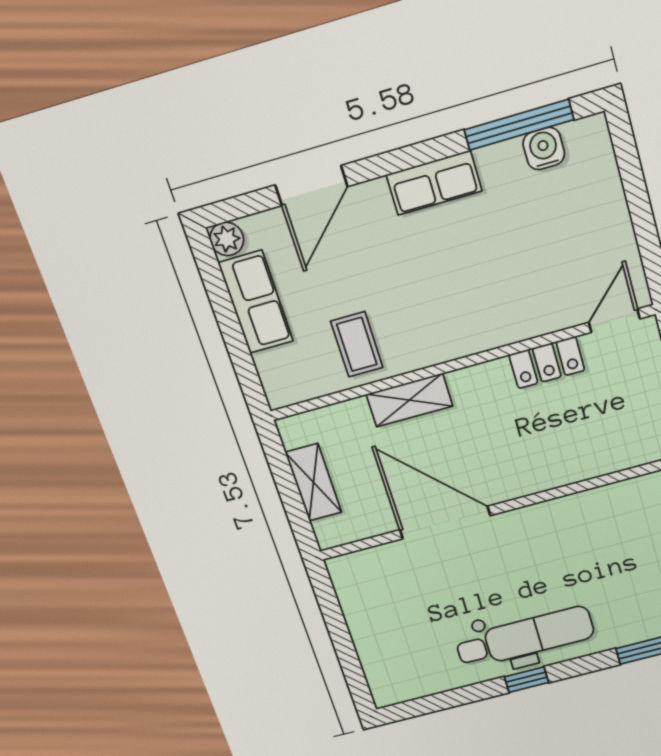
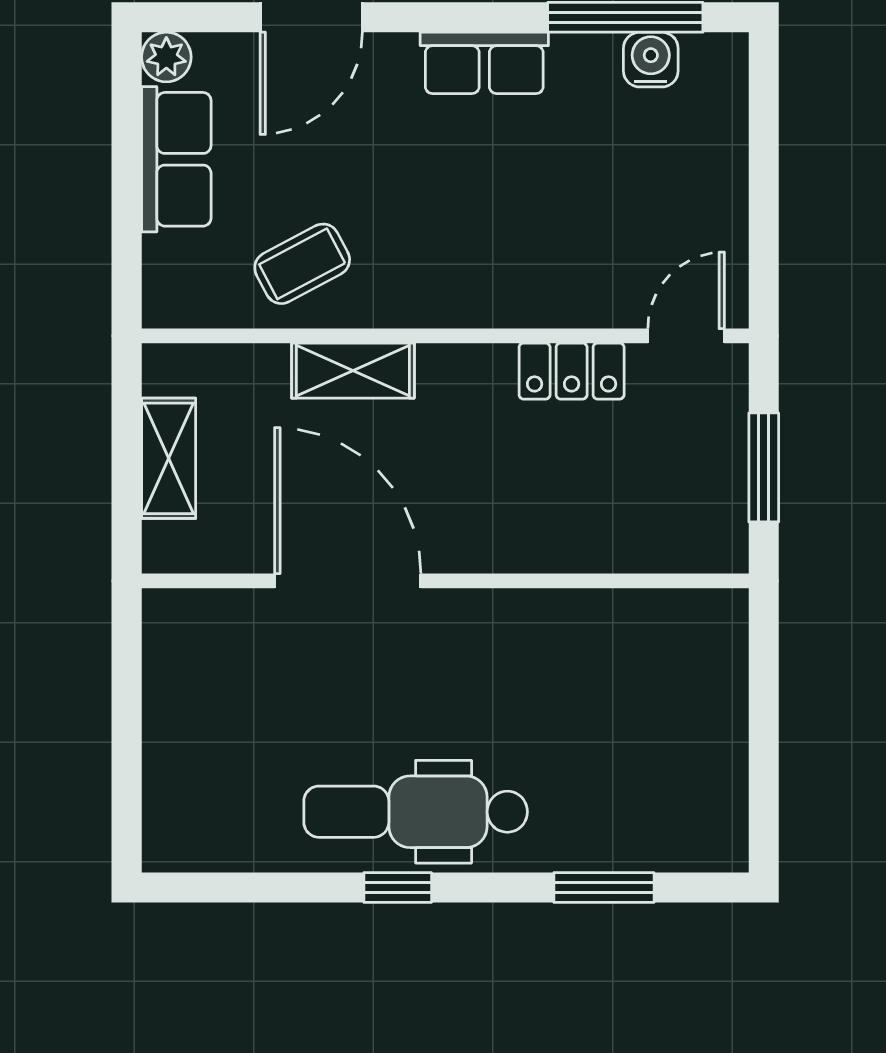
coffee table: (357, 344) -> (302, 264), turned 62
dental chair: (525, 637) -> (416, 812), turned 180

